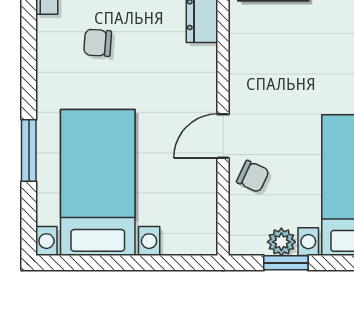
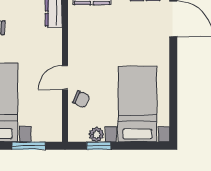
window: (156, 263) -> (29, 146), added

